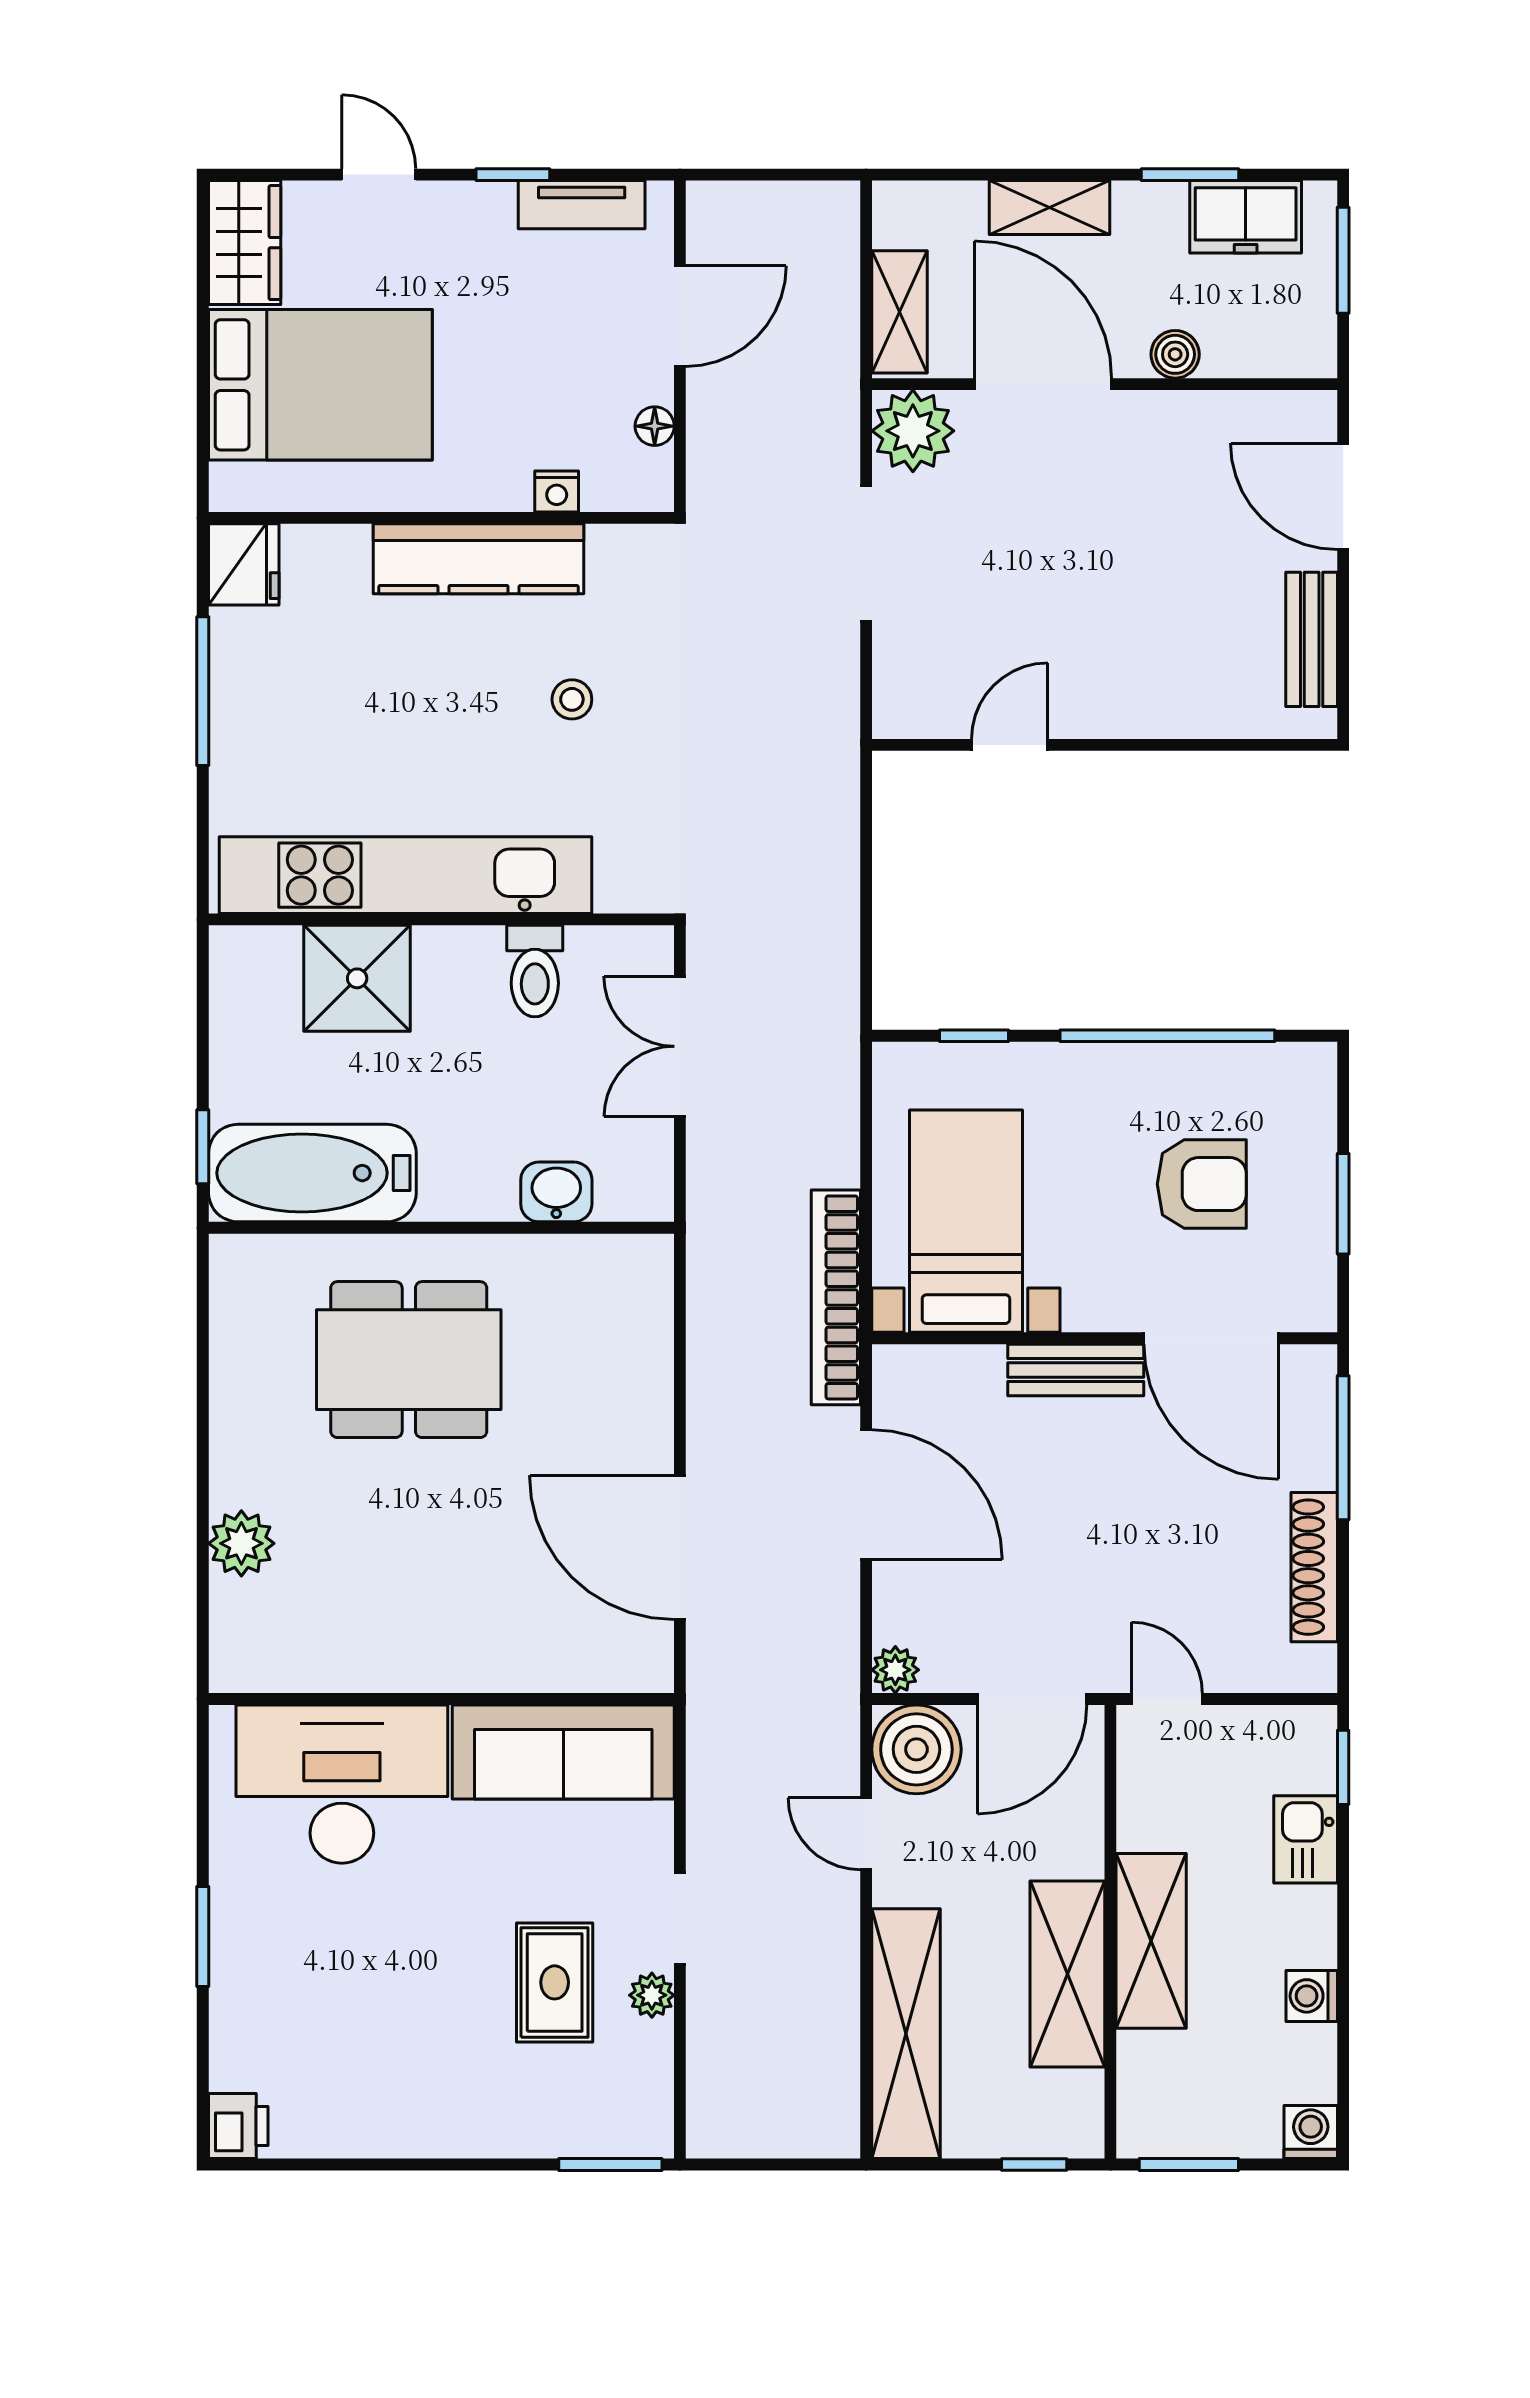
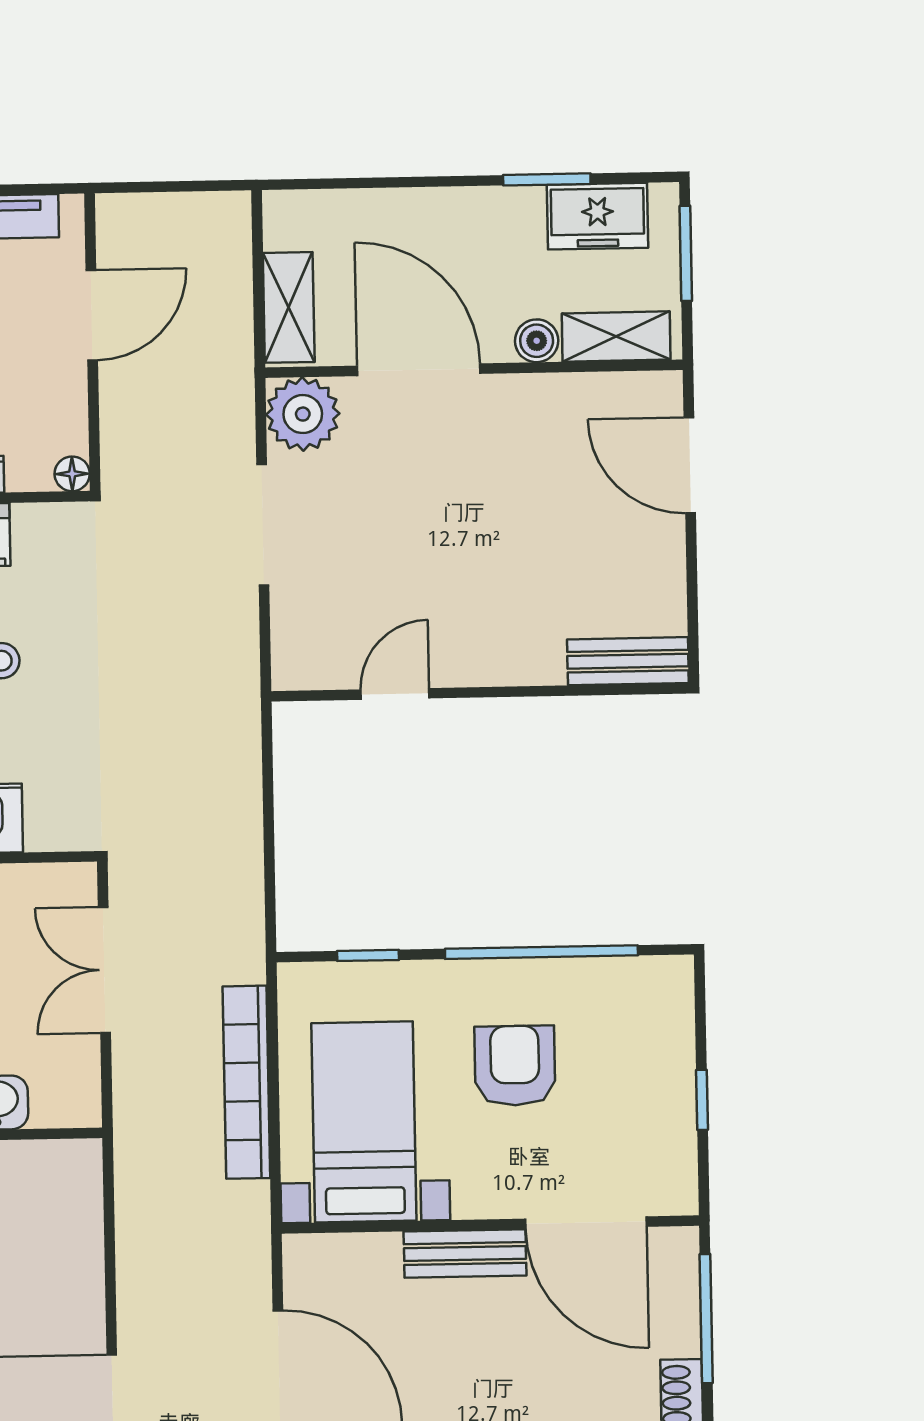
shelving: (1049, 208) -> (616, 337), moved
floor lamp: (655, 426) -> (72, 474), moved
bench: (1312, 639) -> (628, 661), moved, turned 90
armchair: (1202, 1184) -> (515, 1066), moved, turned -90
window: (1343, 1204) -> (702, 1100), width x0.67
bookcase: (836, 1297) -> (246, 1082), moved

